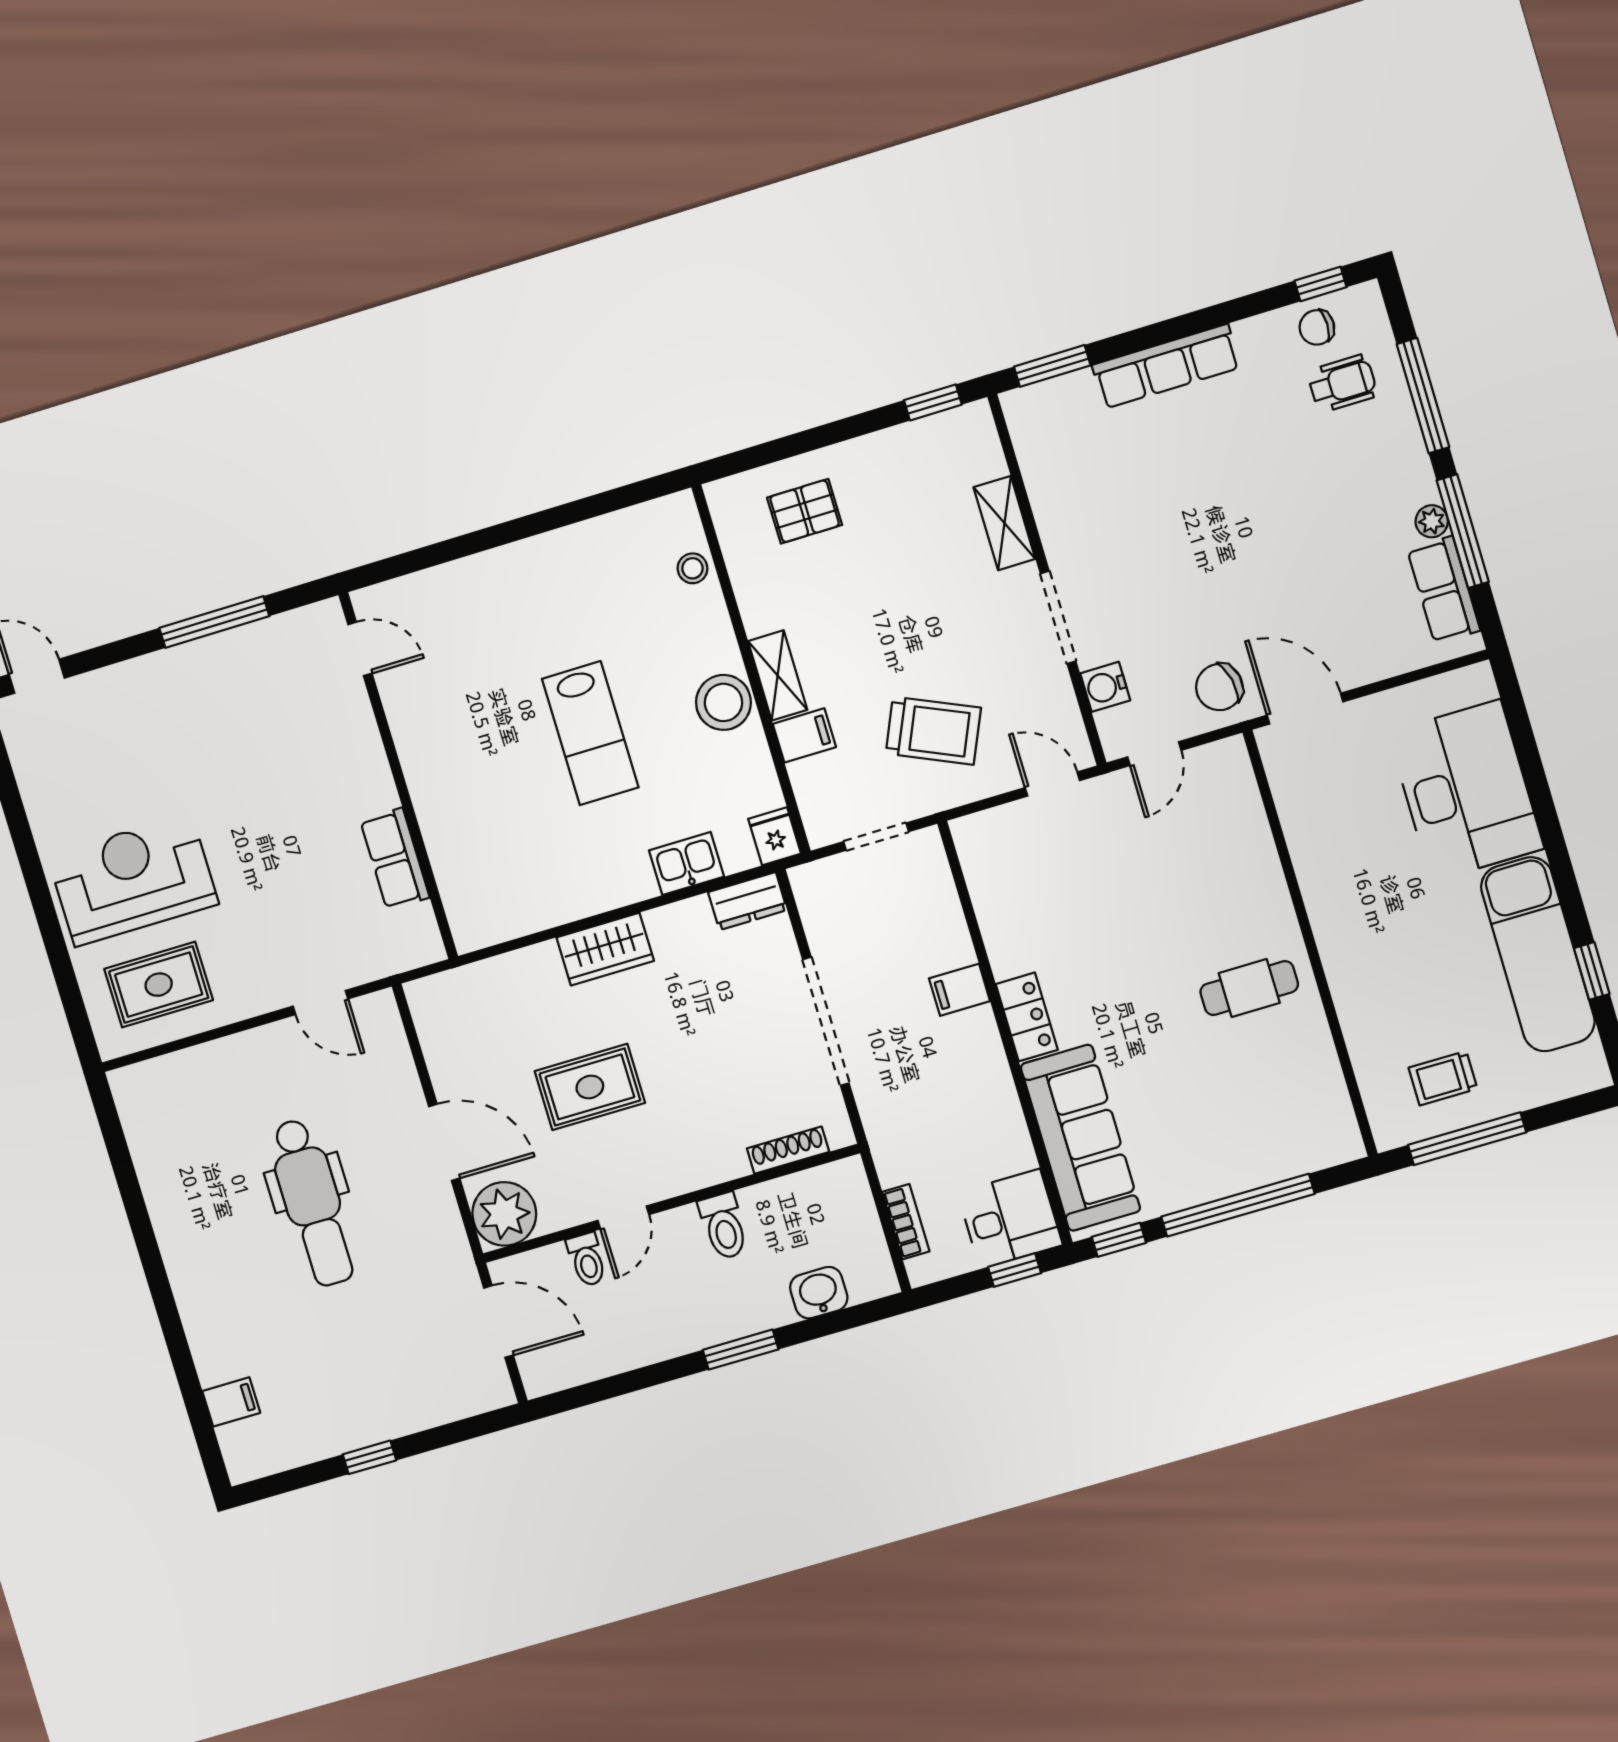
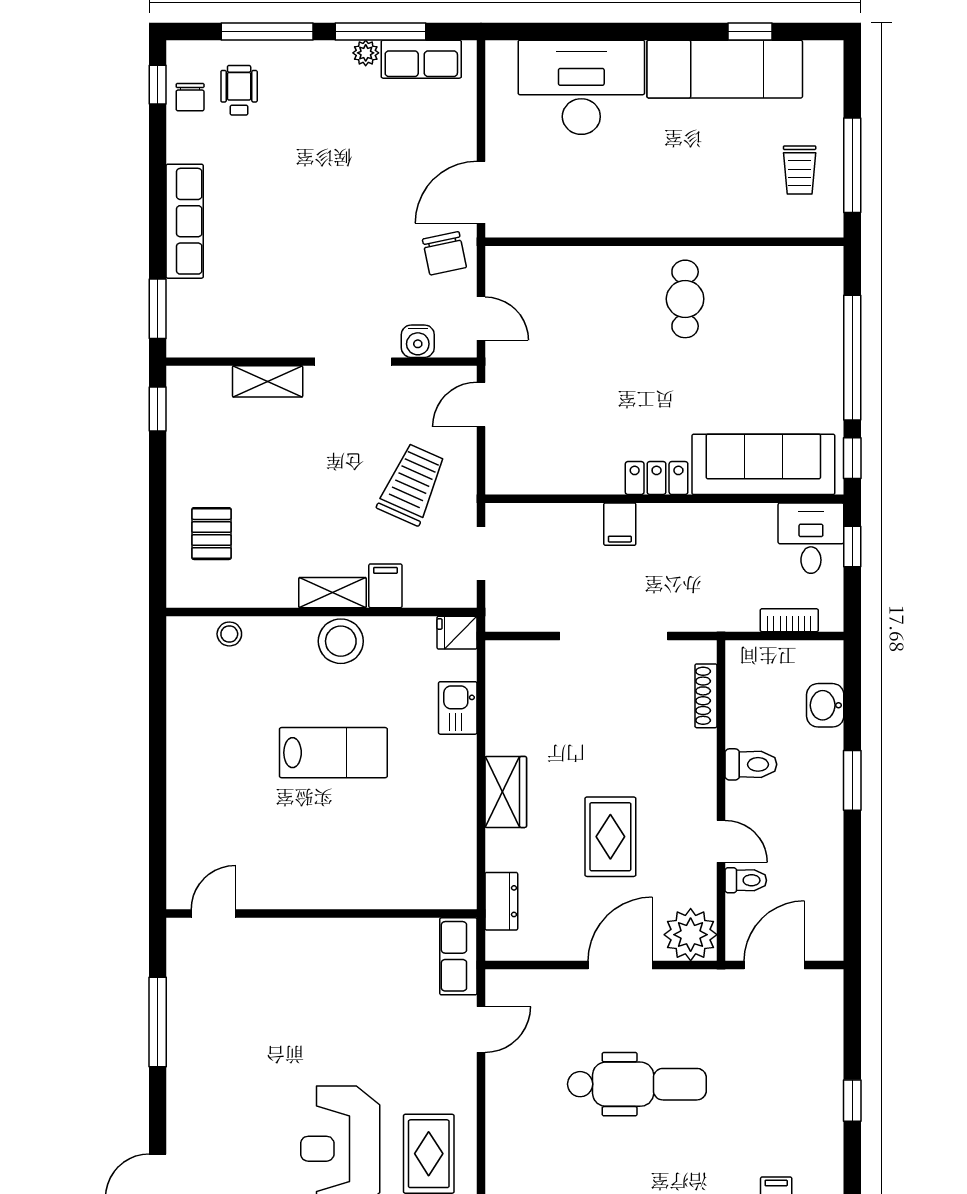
row of seats: (395, 859) -> (458, 956), moved, turned 90
dresser: (748, 901) -> (501, 901), moved

